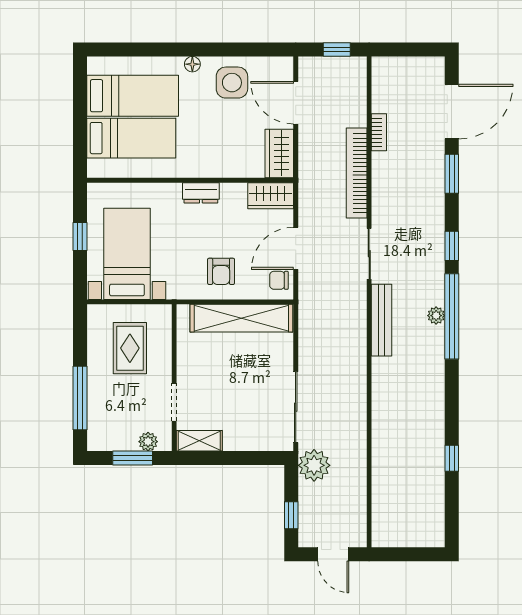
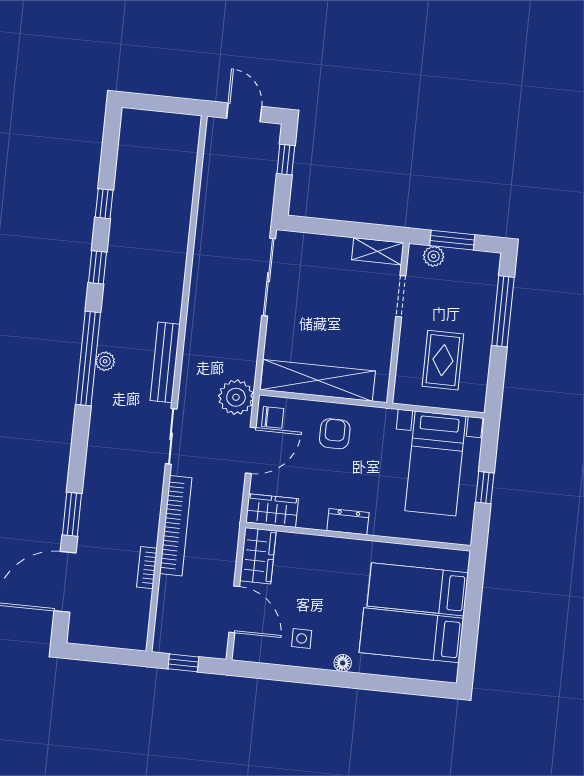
side table: (232, 83) -> (302, 638), width x0.54, depth x0.54
window: (452, 246) -> (97, 267), moved
plant: (314, 465) -> (236, 397), moved

